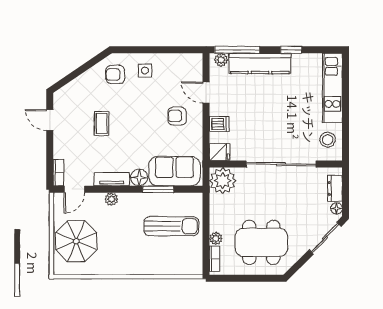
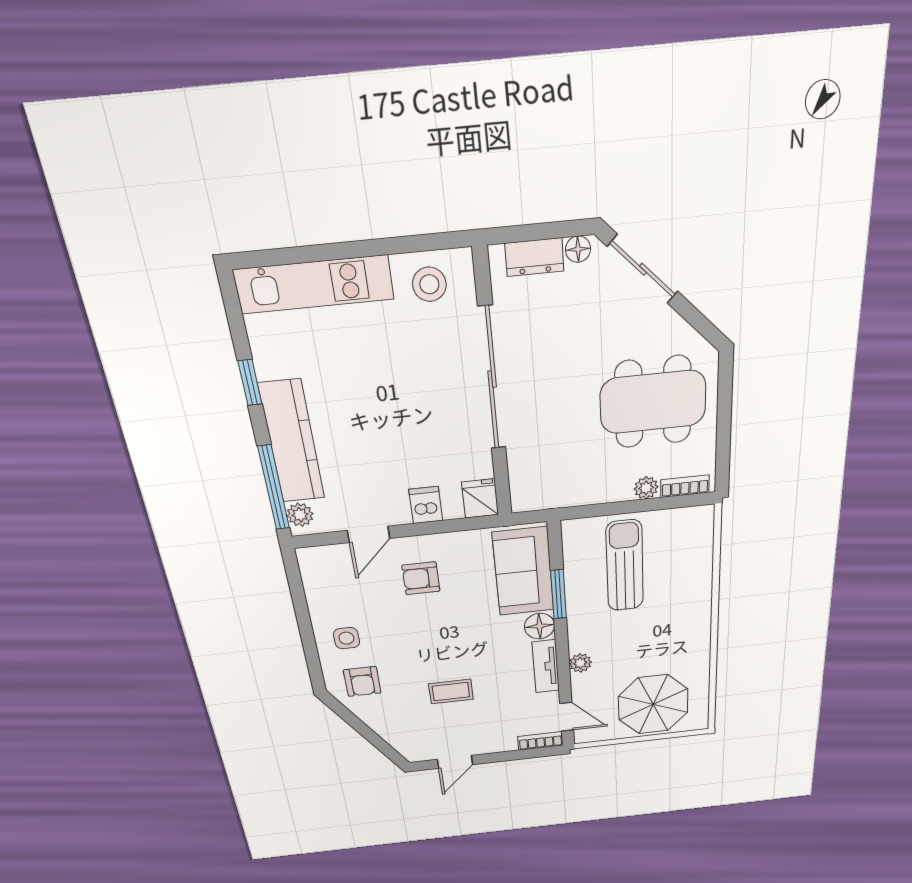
armchair: (177, 116) -> (421, 578), turned 90
plant: (223, 181) -> (535, 487), removed
dining table: (261, 242) -> (653, 402), turned 90

